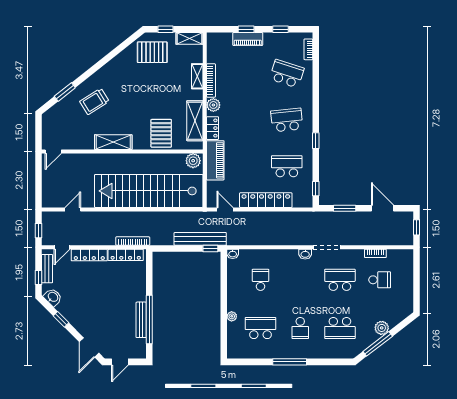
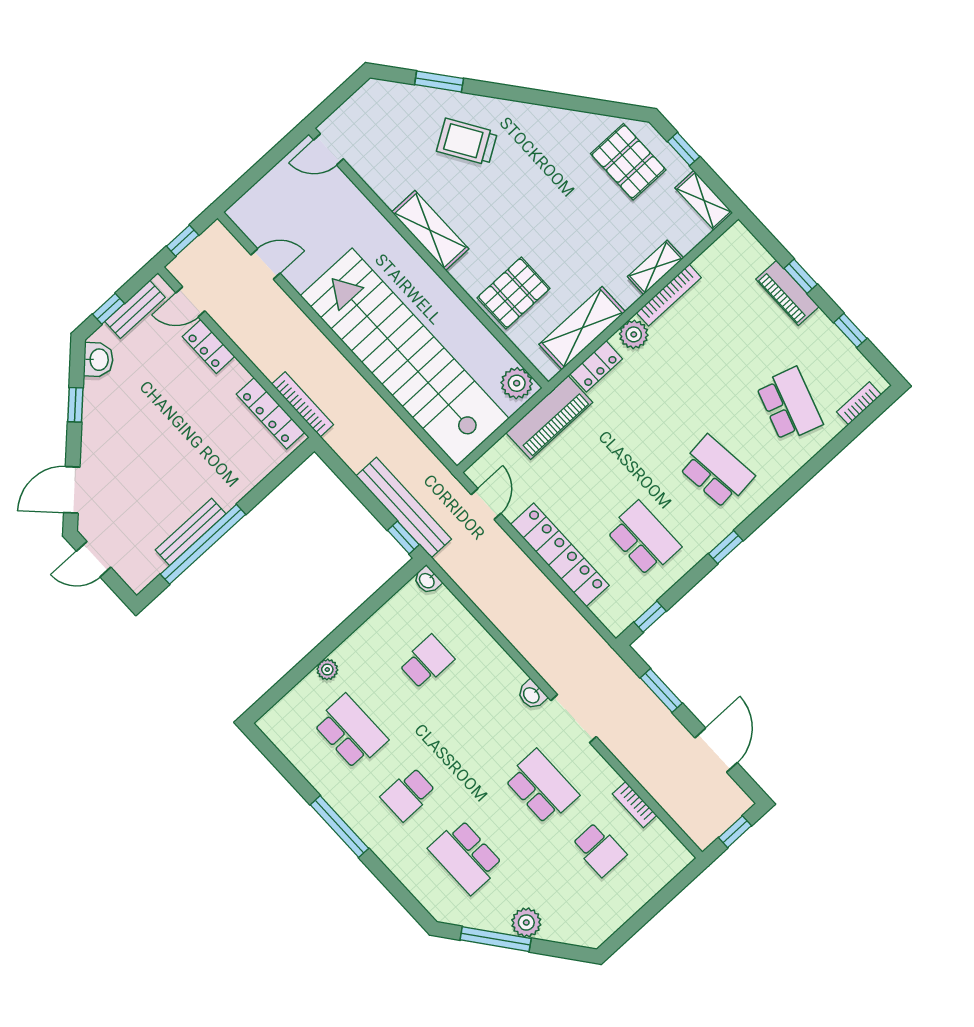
locker: (89, 255) -> (209, 346), width x0.66

